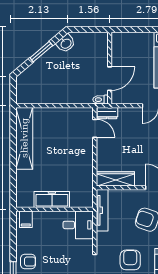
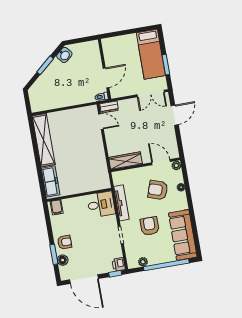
freezer: (52, 200) -> (51, 182), moved, turned 90
tv unit: (102, 210) -> (121, 203), moved

